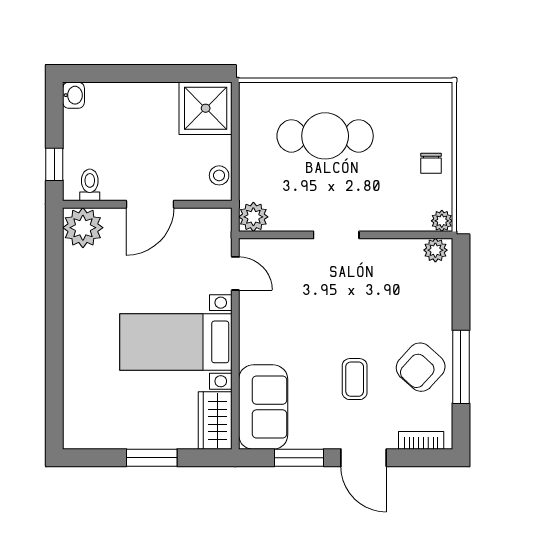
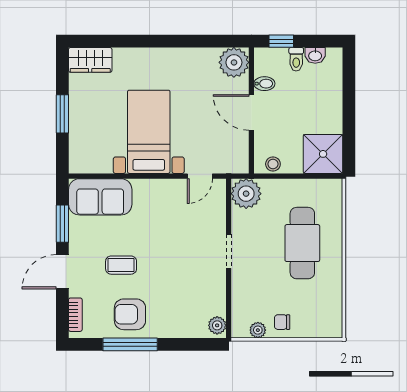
washbasin: (73, 95) -> (315, 55), moved
toilet: (90, 185) -> (296, 59), moved, turned 90
bidet: (111, 187) -> (264, 84), added
plant: (253, 217) -> (246, 194), width x1.36, depth x1.36
plant: (442, 221) -> (258, 330), moved
armchair: (421, 367) -> (130, 314), turned -42
wardrobe: (215, 420) -> (90, 60), moved, turned 180

